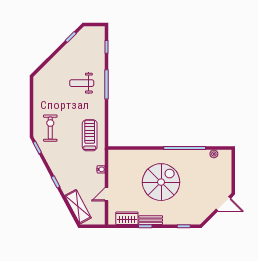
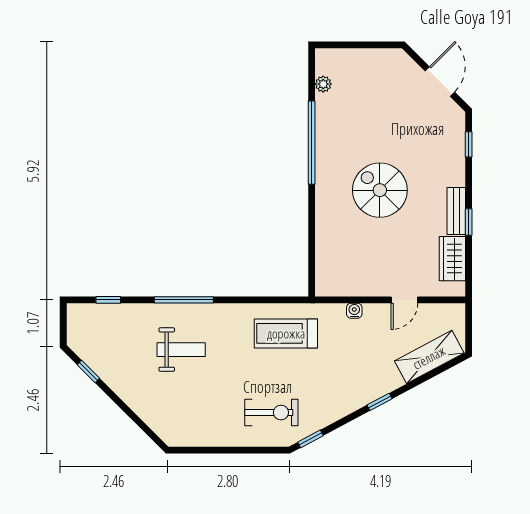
weight bench: (82, 83) -> (181, 350), turned -90
exercise bike: (50, 128) -> (271, 413), turned 180
spiral stairs: (161, 182) -> (380, 190), width x0.73, depth x0.73
door: (106, 194) -> (404, 300), hinge flipped
door: (223, 204) -> (440, 82), moved

